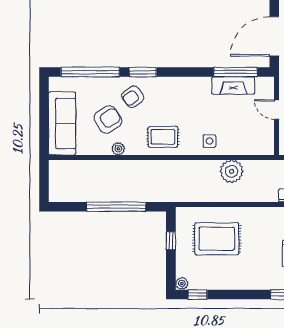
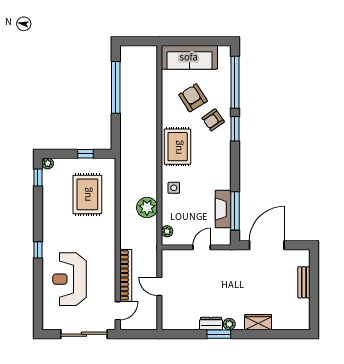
door: (274, 36) -> (267, 245), hinge flipped
armchair: (133, 97) -> (213, 120), turned -88
armchair: (108, 119) -> (193, 98), turned 180
rug: (163, 137) -> (178, 147), width x1.36, depth x1.43
plant: (118, 149) -> (167, 231), moved
window: (116, 207) -> (116, 87), moved

